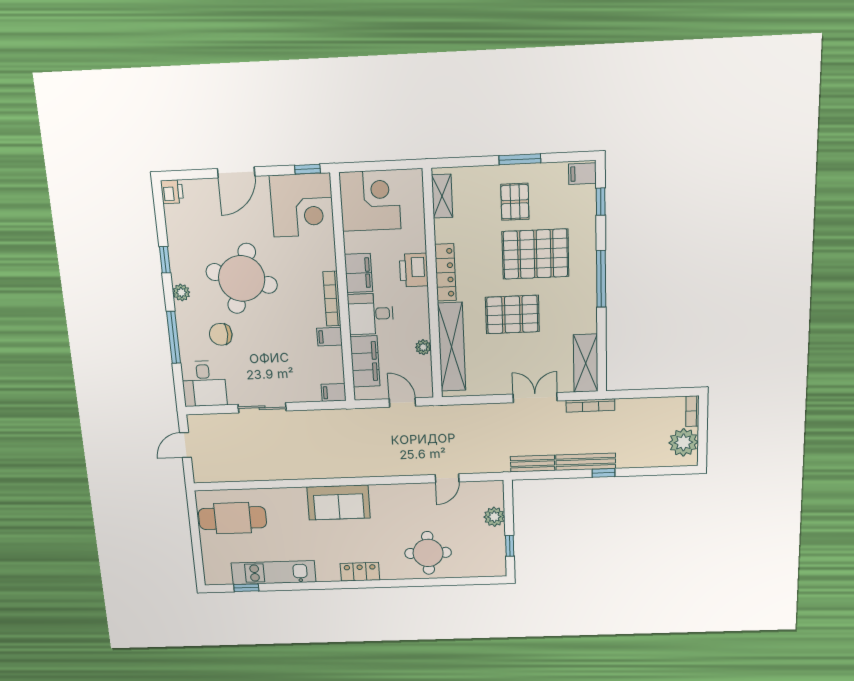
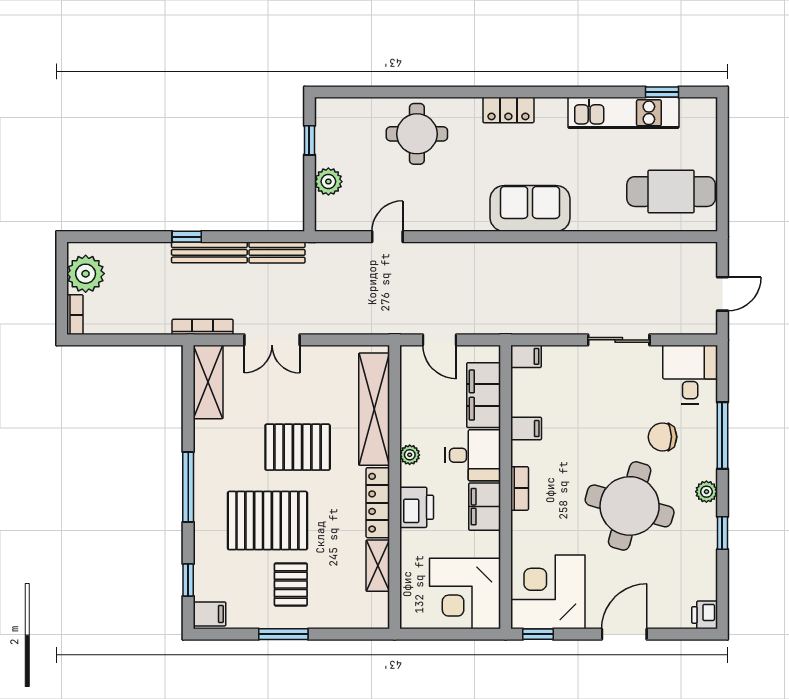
shelving: (442, 196) -> (378, 566), moved
bookcase: (332, 299) -> (520, 488), width x0.64
chair: (221, 334) -> (663, 437), turned 180
plant: (423, 347) -> (410, 455), moved

